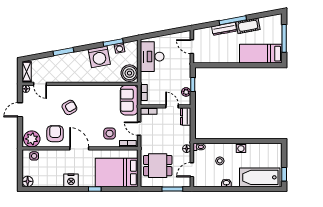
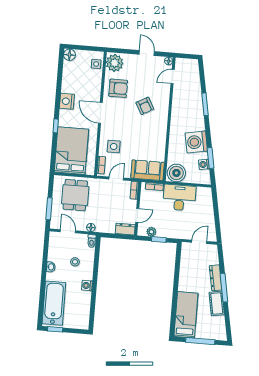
desk: (152, 57) -> (179, 198), moved
shelving: (27, 72) -> (187, 63), removed
door: (79, 148) -> (100, 113), swing flipped

